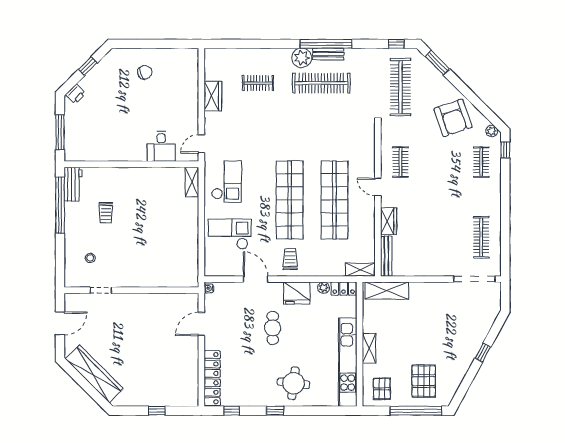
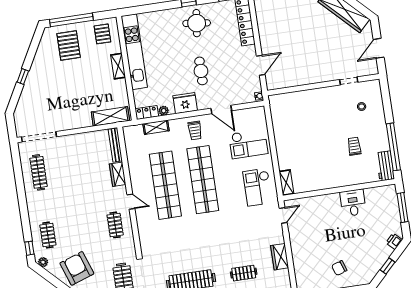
desk: (161, 146) -> (353, 203), moved
shelving: (360, 270) -> (156, 127), moved
round table: (293, 383) -> (197, 23), moved

